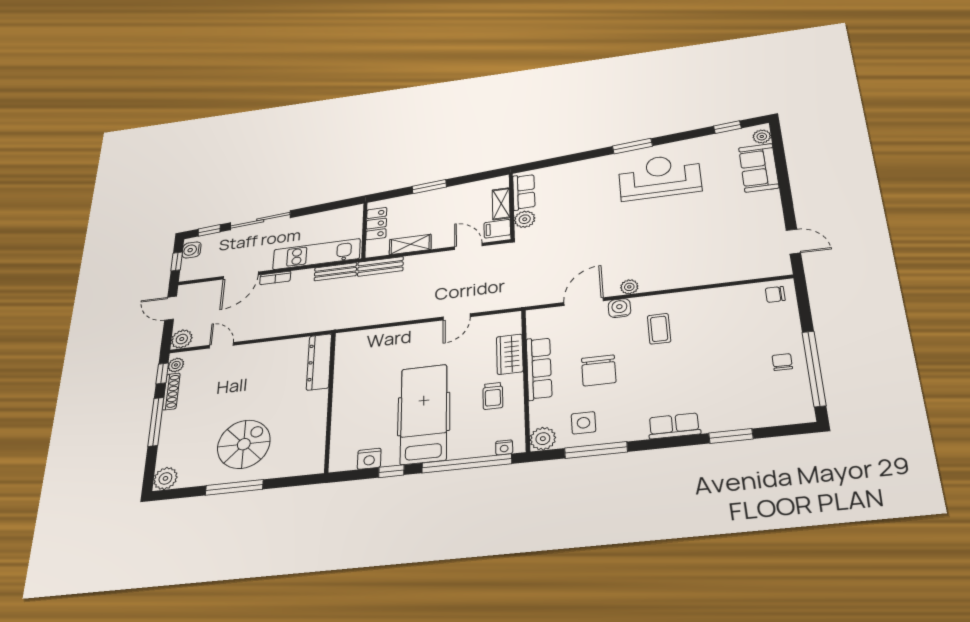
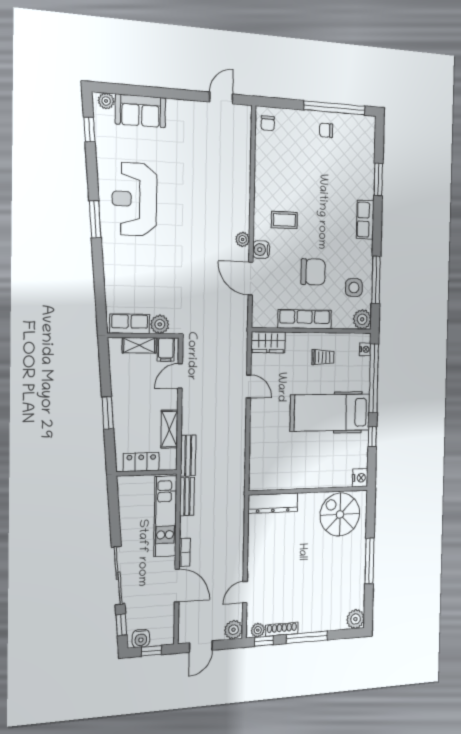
wardrobe: (510, 354) -> (268, 342), moved
spiral stairs: (244, 444) -> (340, 514), moved
nightstand: (369, 459) -> (360, 478), moved

